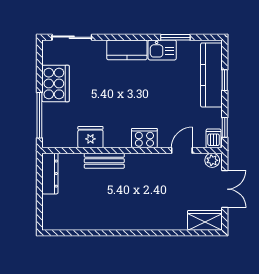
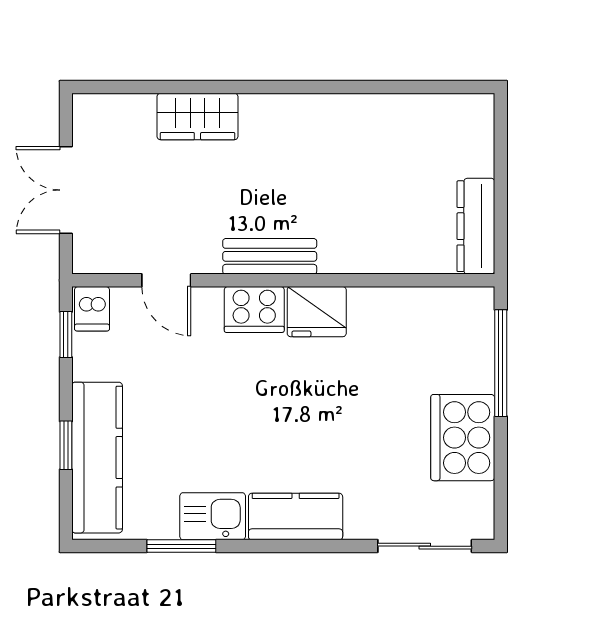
fridge: (90, 137) -> (317, 312), moved
door: (182, 151) -> (166, 280), hinge flipped
plant: (212, 160) -> (95, 257), removed
bench: (104, 161) -> (270, 256), moved
wardrobe: (205, 220) -> (197, 116), moved

